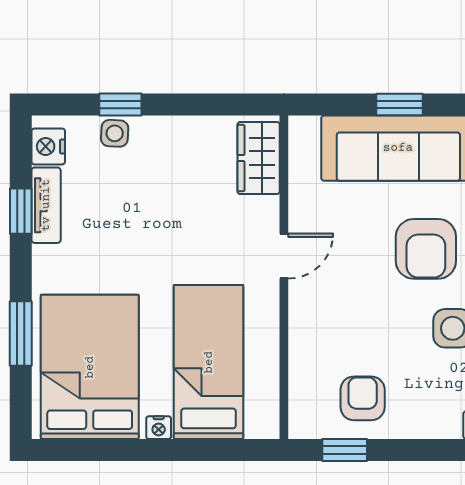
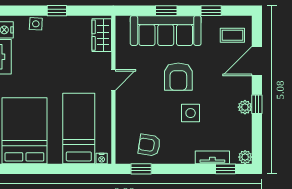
window: (120, 105) -> (57, 11), moved
armchair: (363, 398) -> (149, 145), turned -81
nightstand: (159, 428) -> (102, 159), moved

